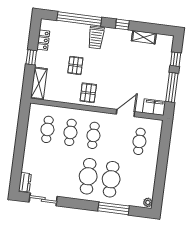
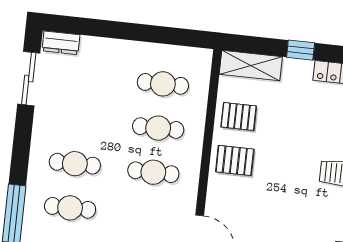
pallet: (75, 65) -> (239, 116), moved
cafe table: (88, 176) -> (75, 164), width x0.73, depth x0.74
cafe table: (111, 179) -> (70, 208), width x0.73, depth x0.74

